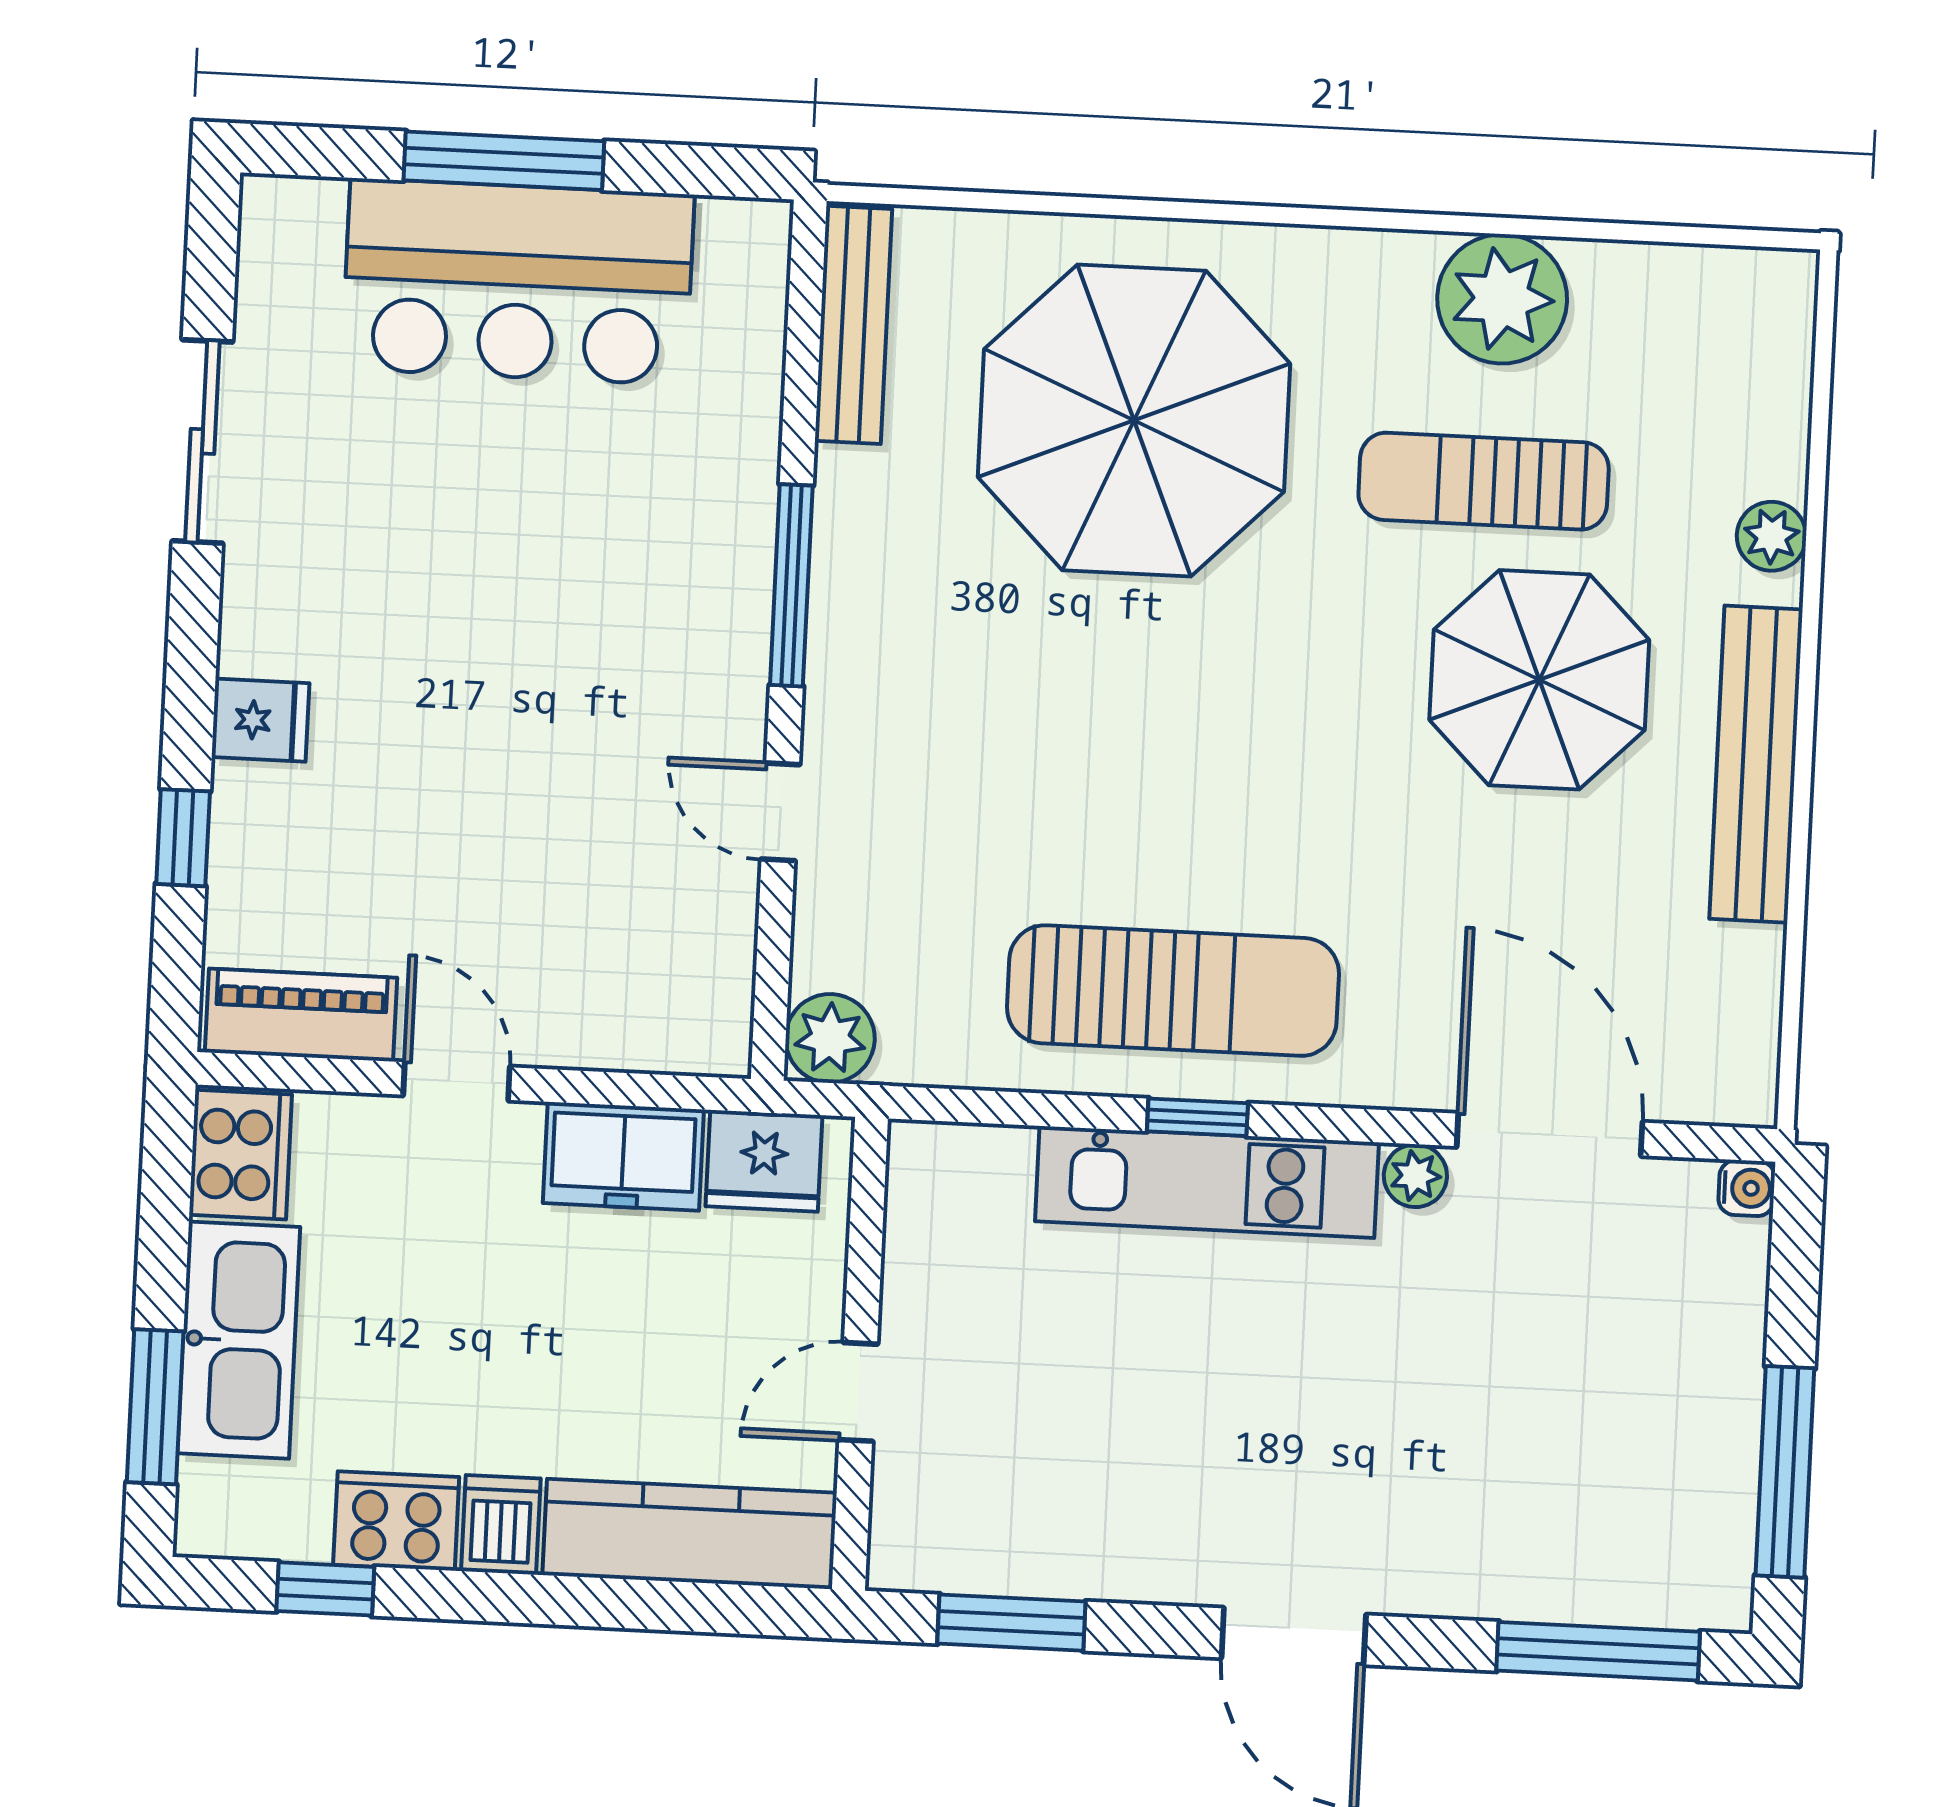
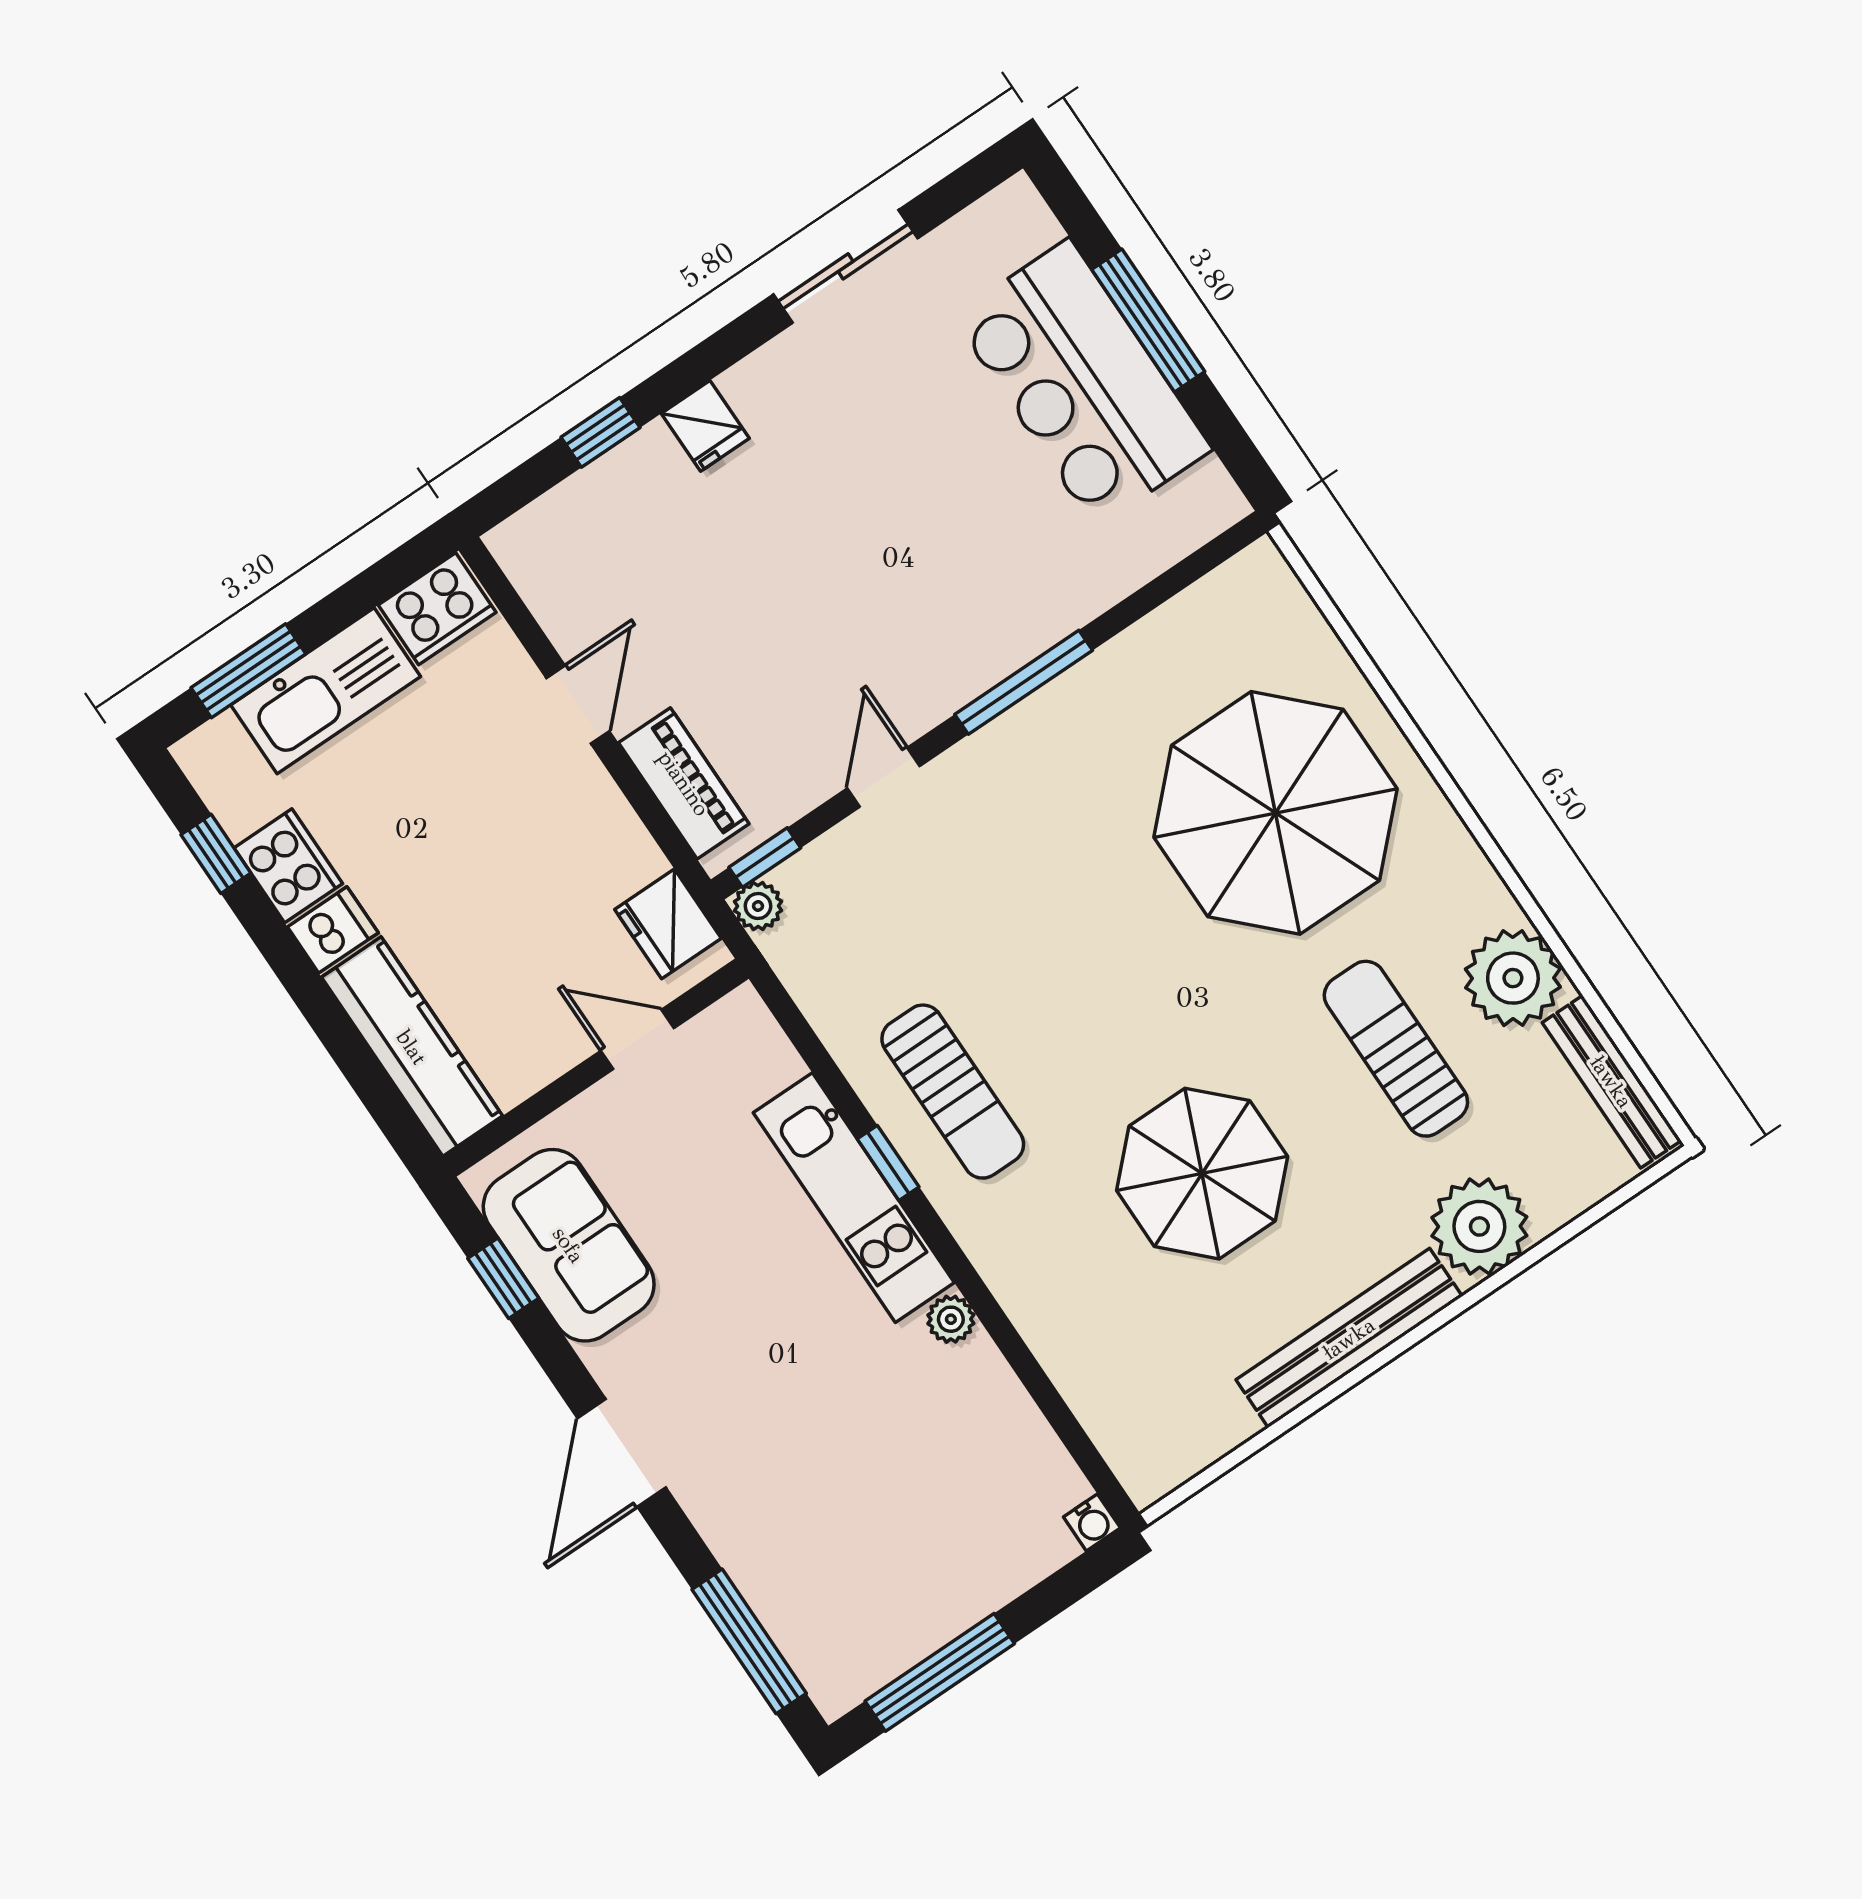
bench: (853, 325) -> (1612, 1082), moved, turned 90
plant: (1772, 536) -> (1479, 1226), width x1.87, depth x1.87
parasol: (1539, 680) -> (1202, 1174), moved
sun lounger: (1173, 991) -> (953, 1092), width x0.73, depth x0.75
window: (771, 1004) -> (765, 858), added
piano: (301, 1015) -> (684, 783), moved
plant: (830, 1038) -> (758, 906), width x0.73, depth x0.73
door: (1550, 1134) -> (1036, 1381), removed
freezer: (623, 1156) -> (608, 838), removed
door: (858, 1392) -> (637, 1039), moved
sofa: (1029, 1526) -> (569, 1245), added
window: (1011, 1623) -> (503, 1278), width x0.67

